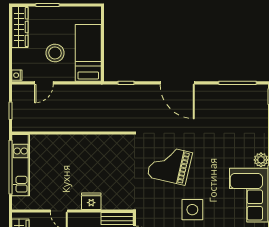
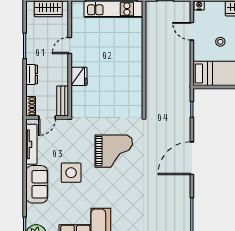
stool: (55, 53) -> (220, 42), width x0.53, depth x0.53
grand piano: (170, 165) -> (114, 151), turned 77

